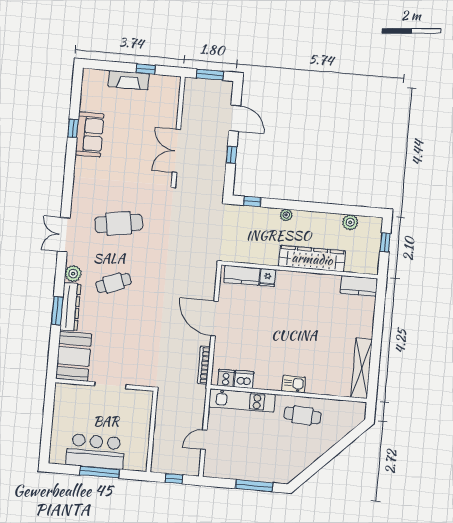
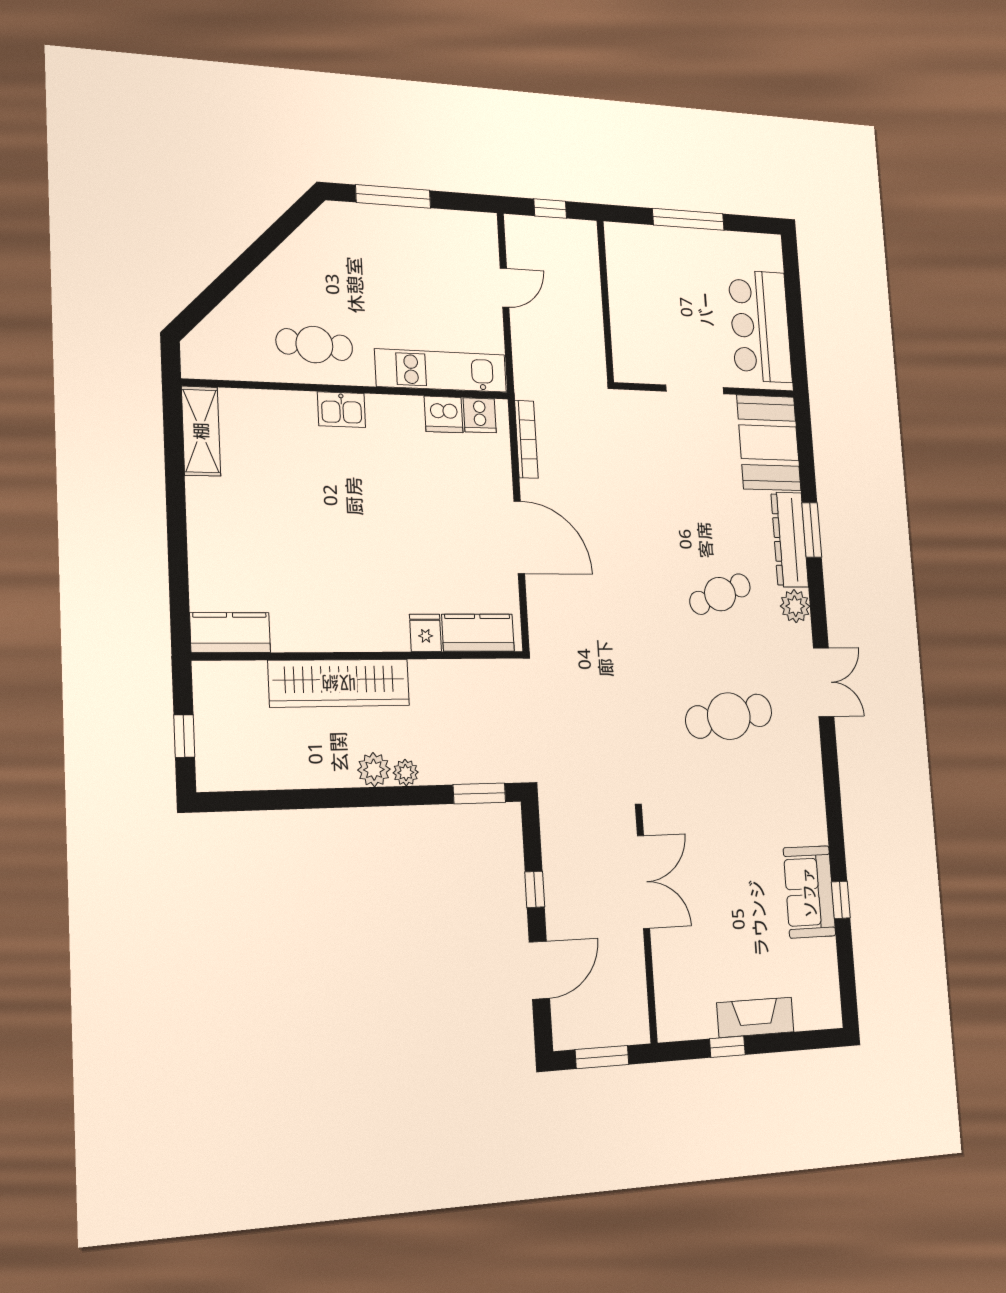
door: (235, 118) -> (539, 970), swing flipped
window: (252, 201) -> (479, 793), width x1.50
plant: (350, 222) -> (374, 770), moved
shelving: (362, 368) -> (201, 431), width x0.68
bar counter: (95, 451) -> (760, 326), moved, turned 90

